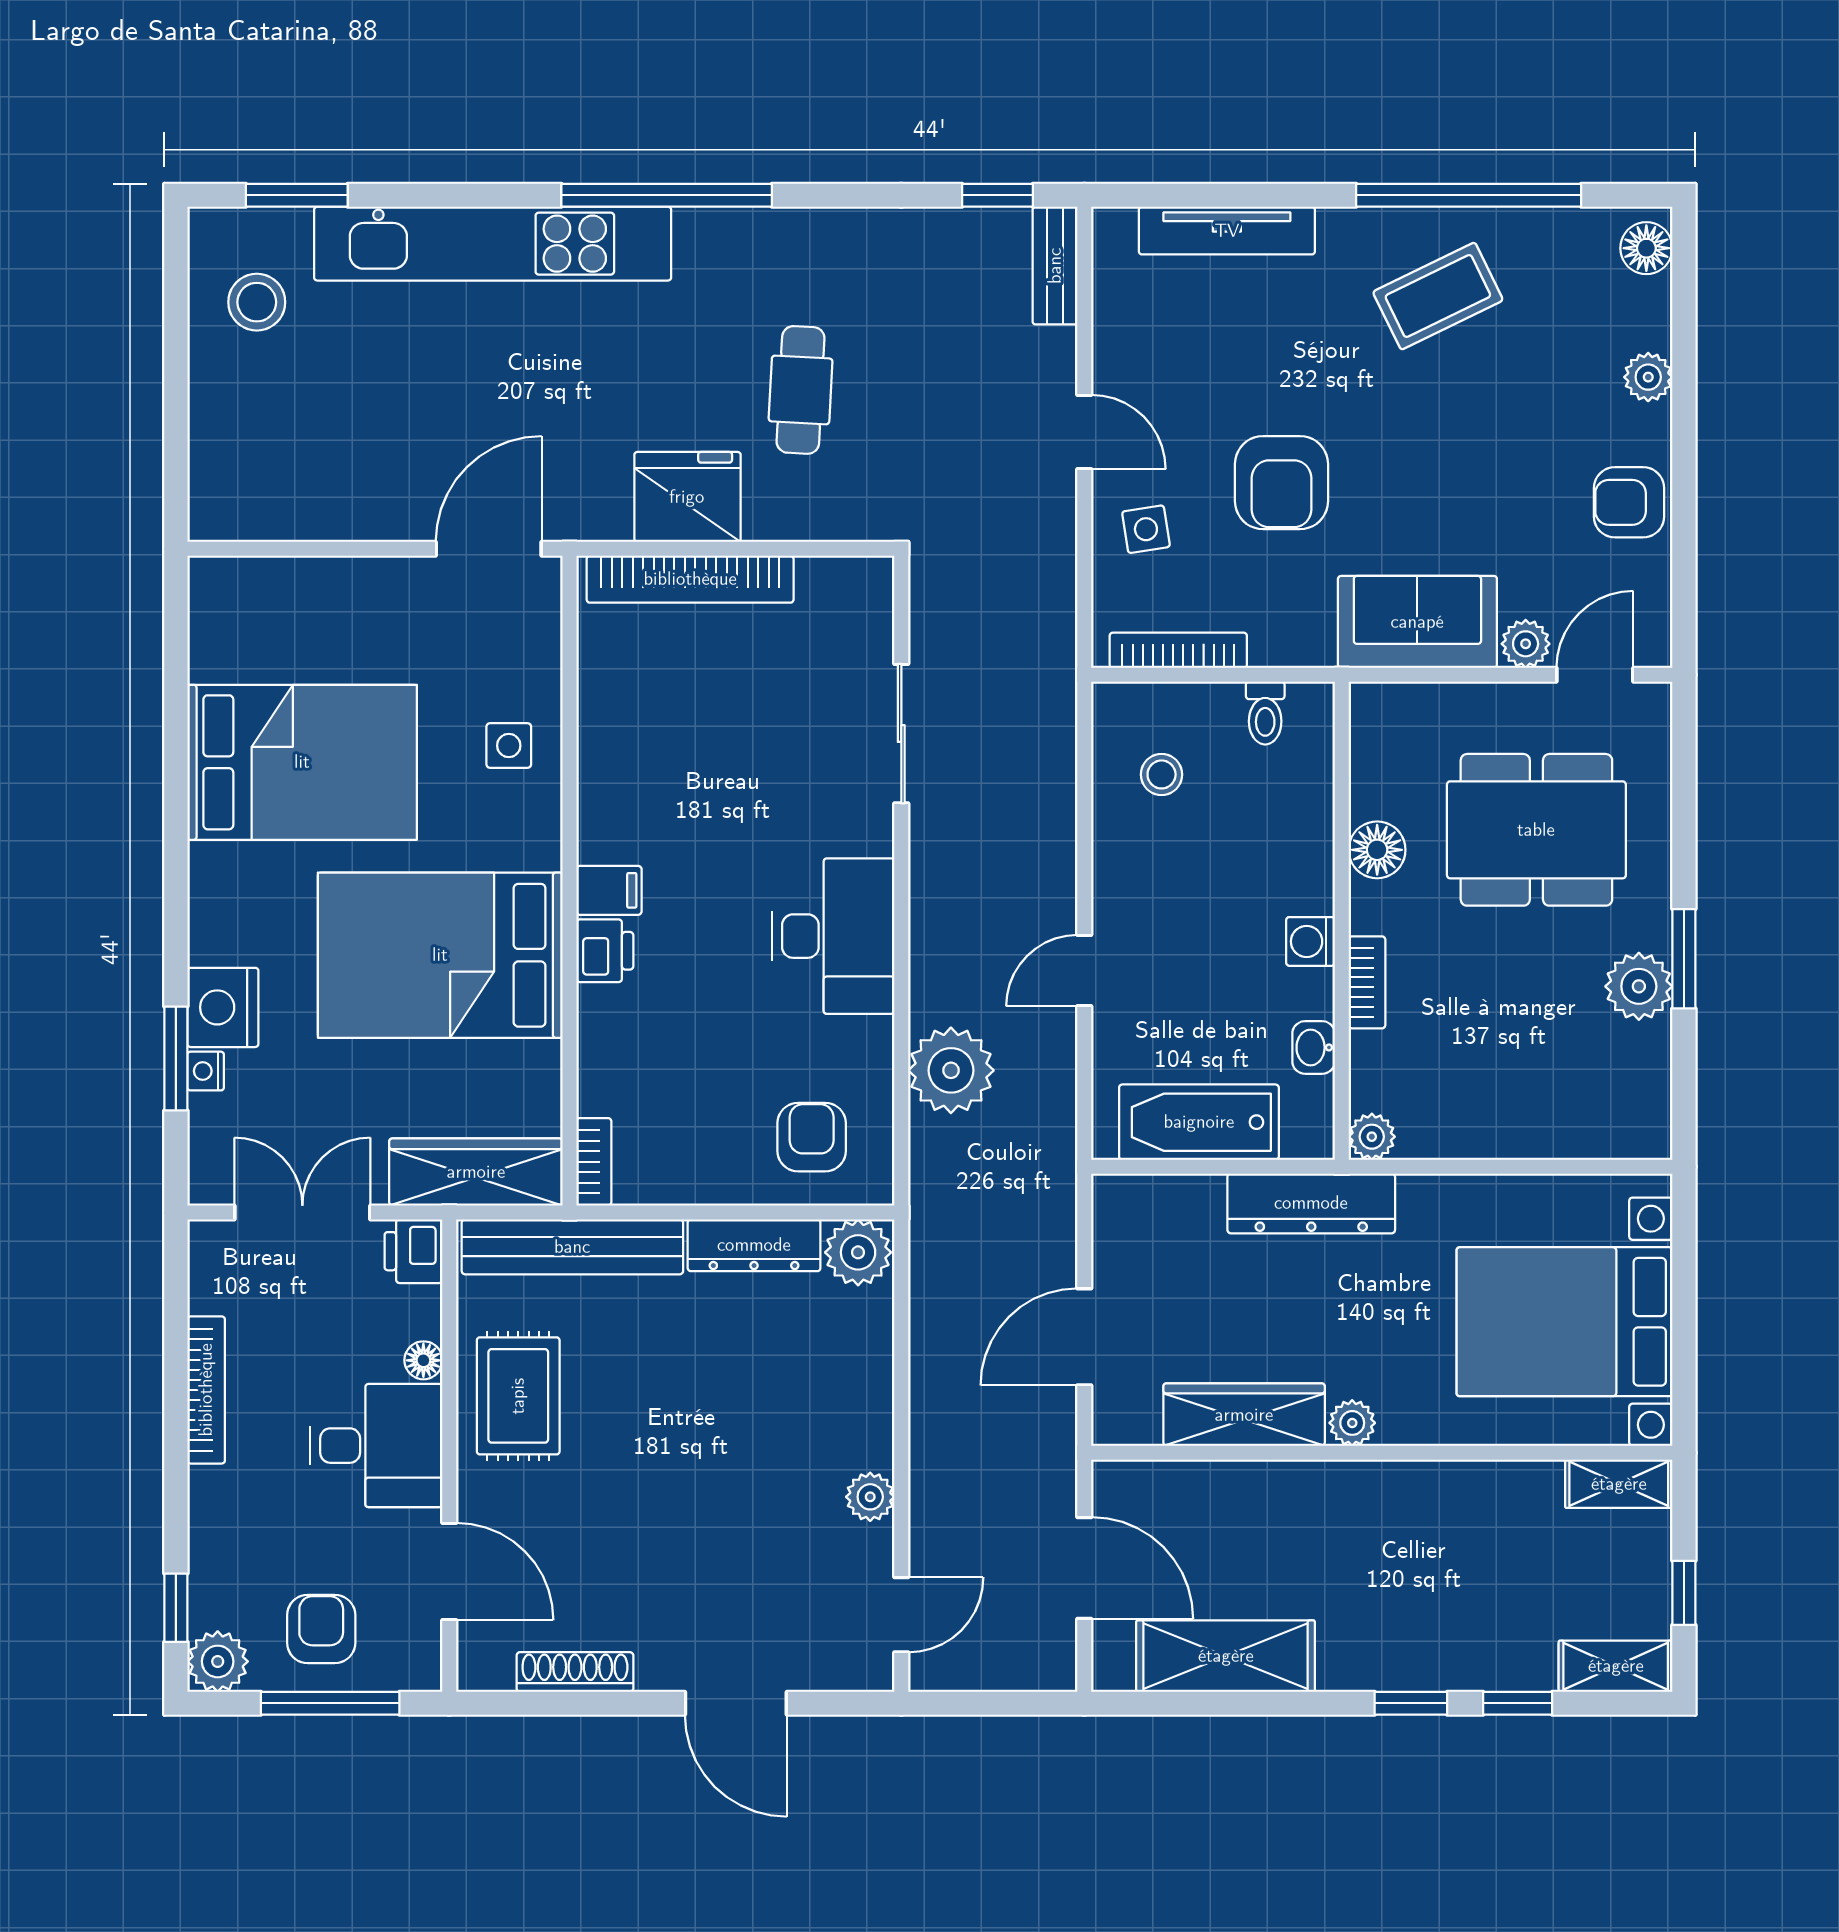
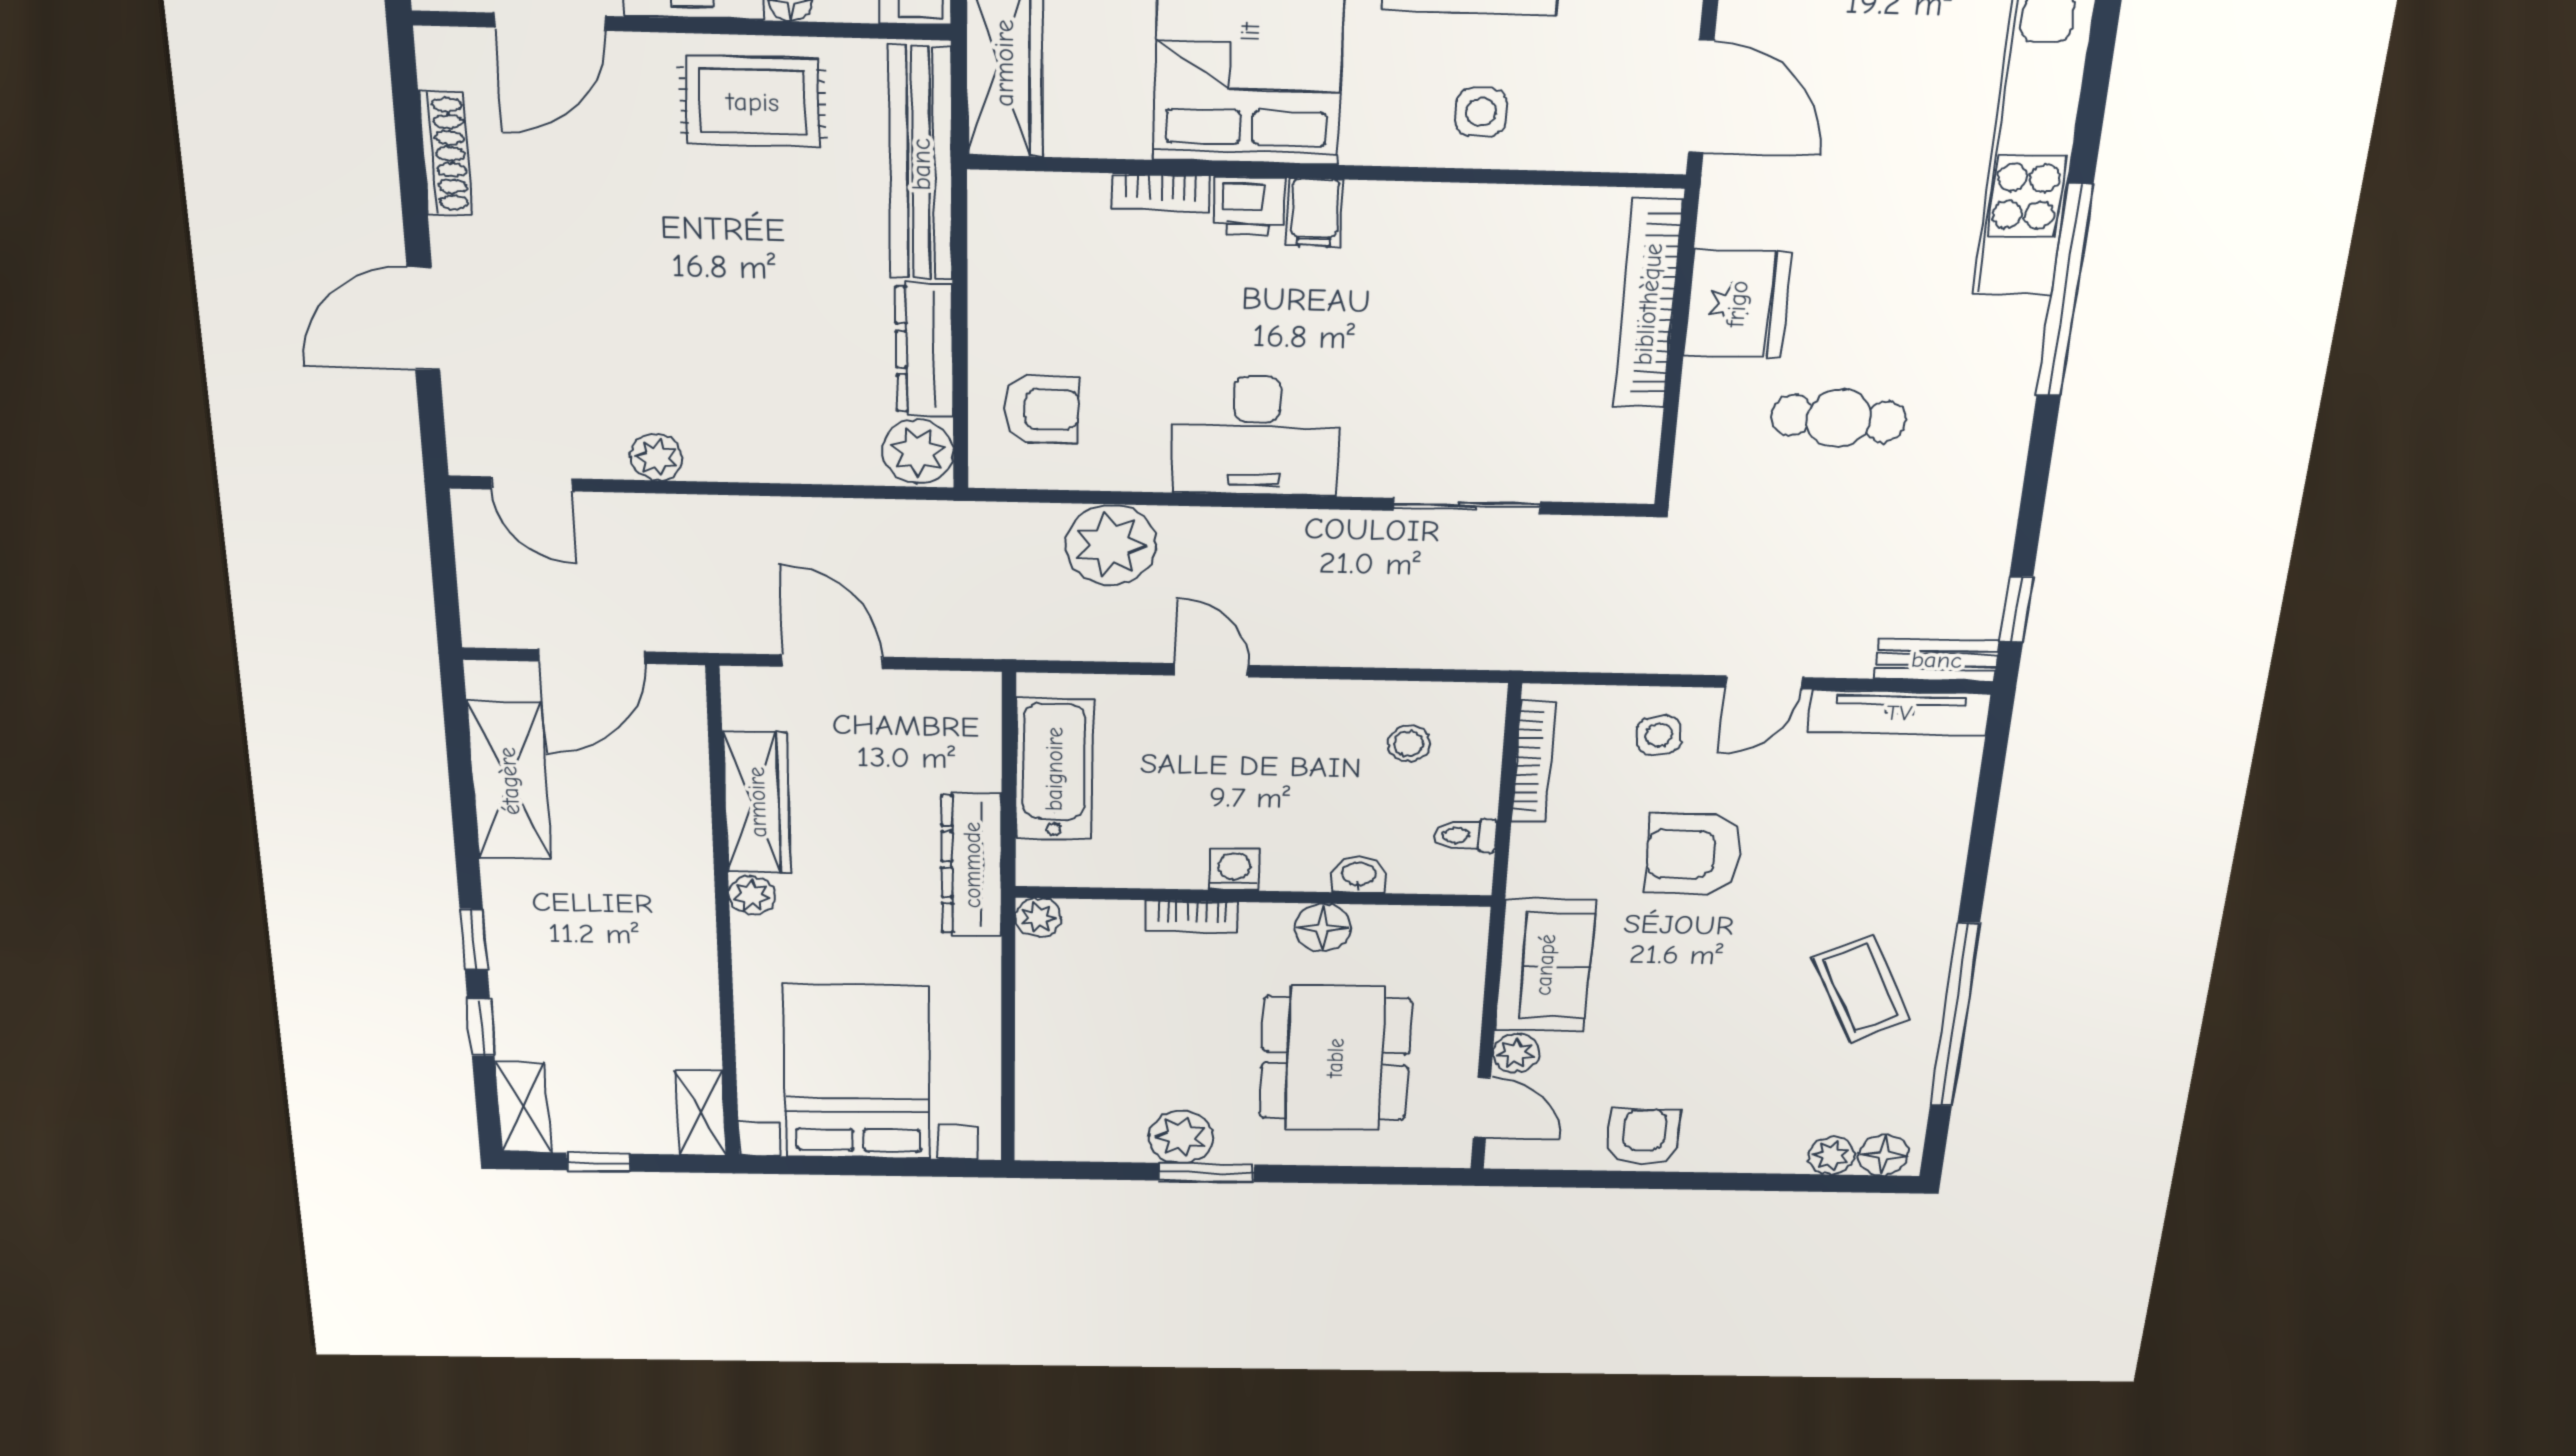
tv unit: (1227, 231) -> (1899, 713), moved, turned -90
plant: (1648, 377) -> (1831, 1156), moved
washbasin: (1314, 1047) -> (1359, 875), moved
bookcase: (594, 1162) -> (1161, 193), moved

